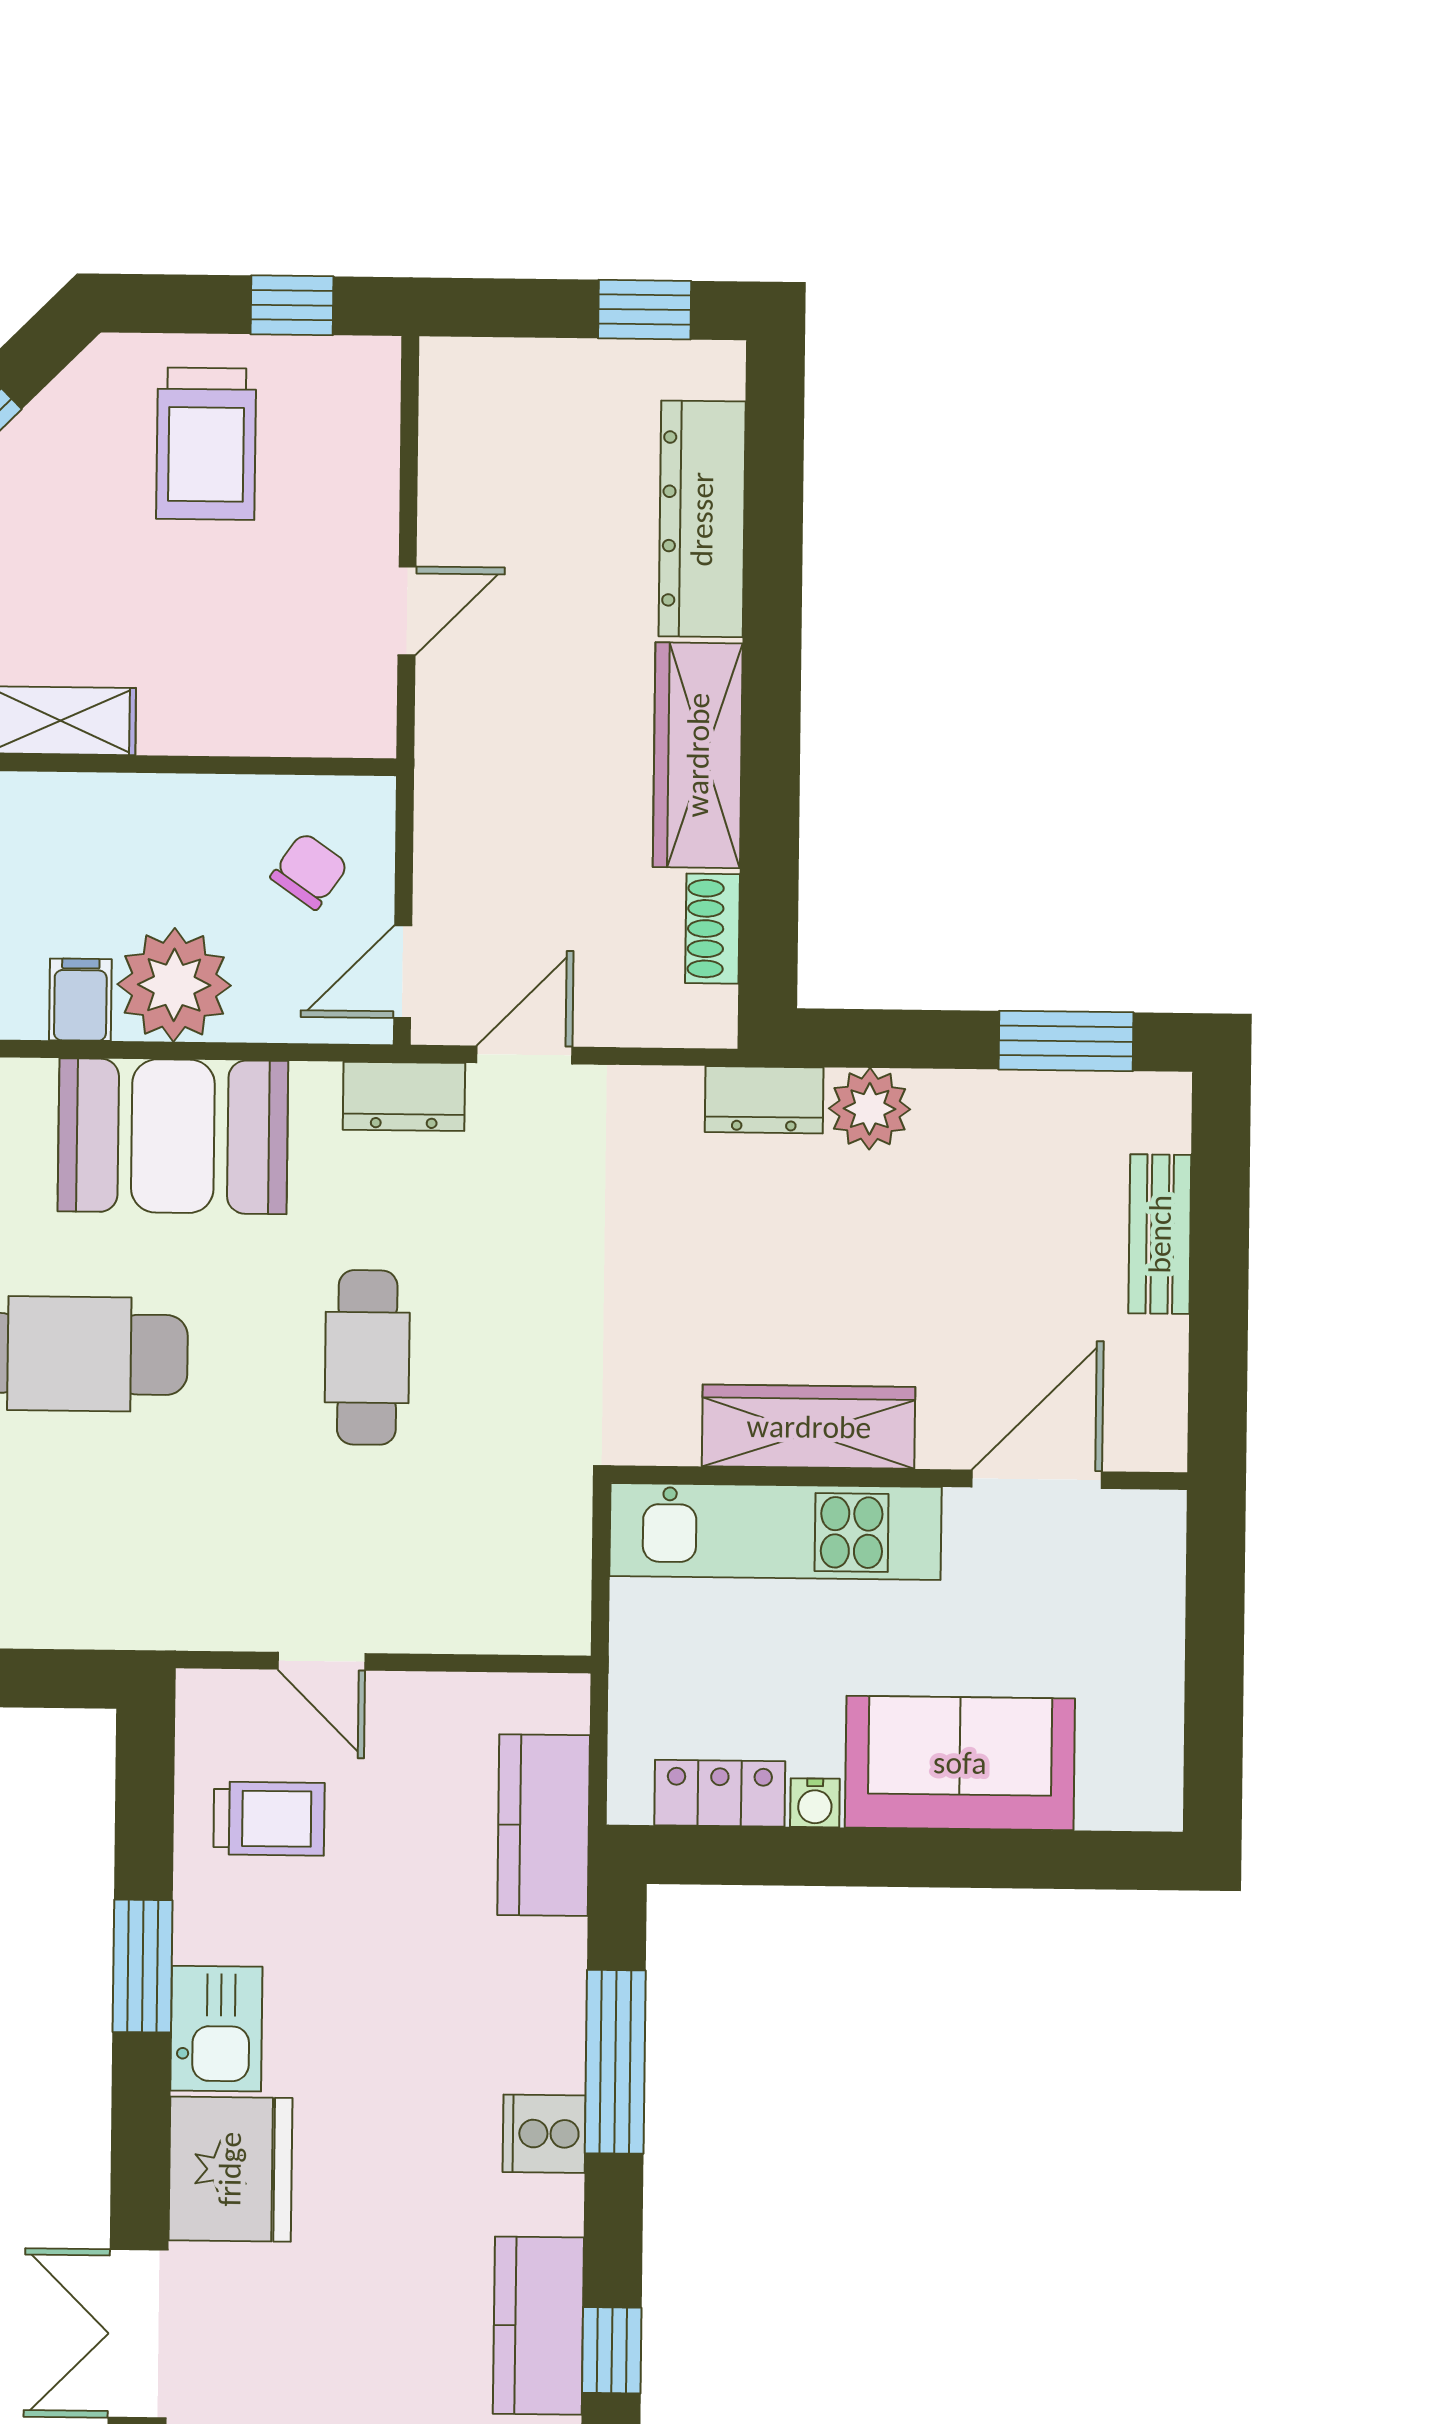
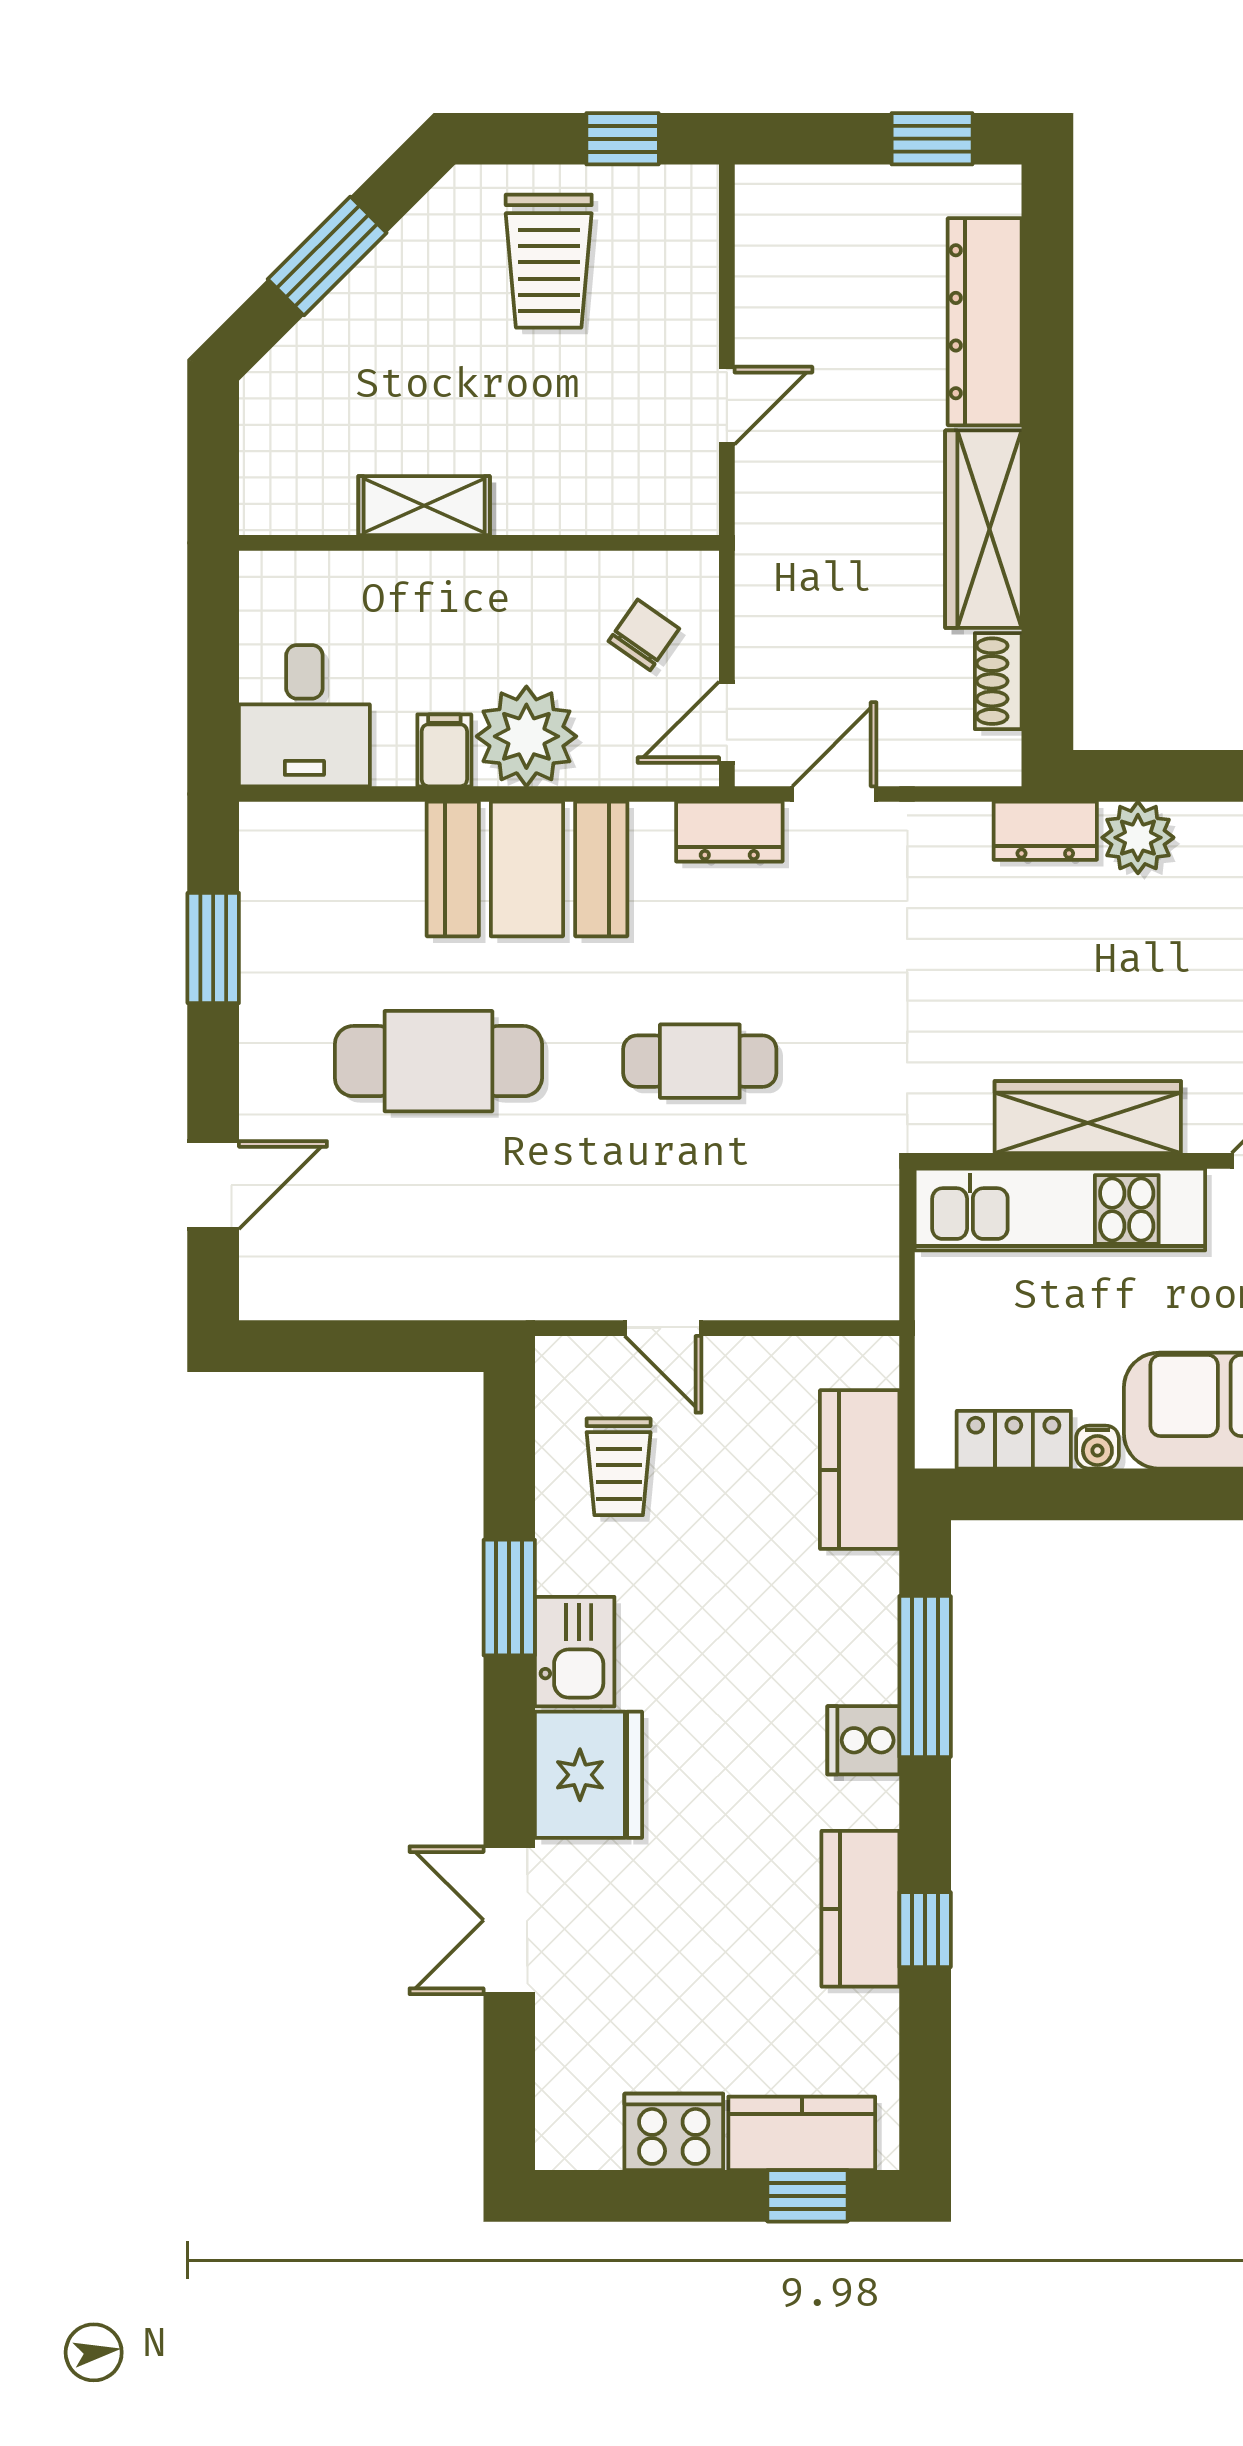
cafe table: (367, 1357) -> (700, 1061), turned 90
trolley: (269, 1819) -> (619, 1467), turned 90

